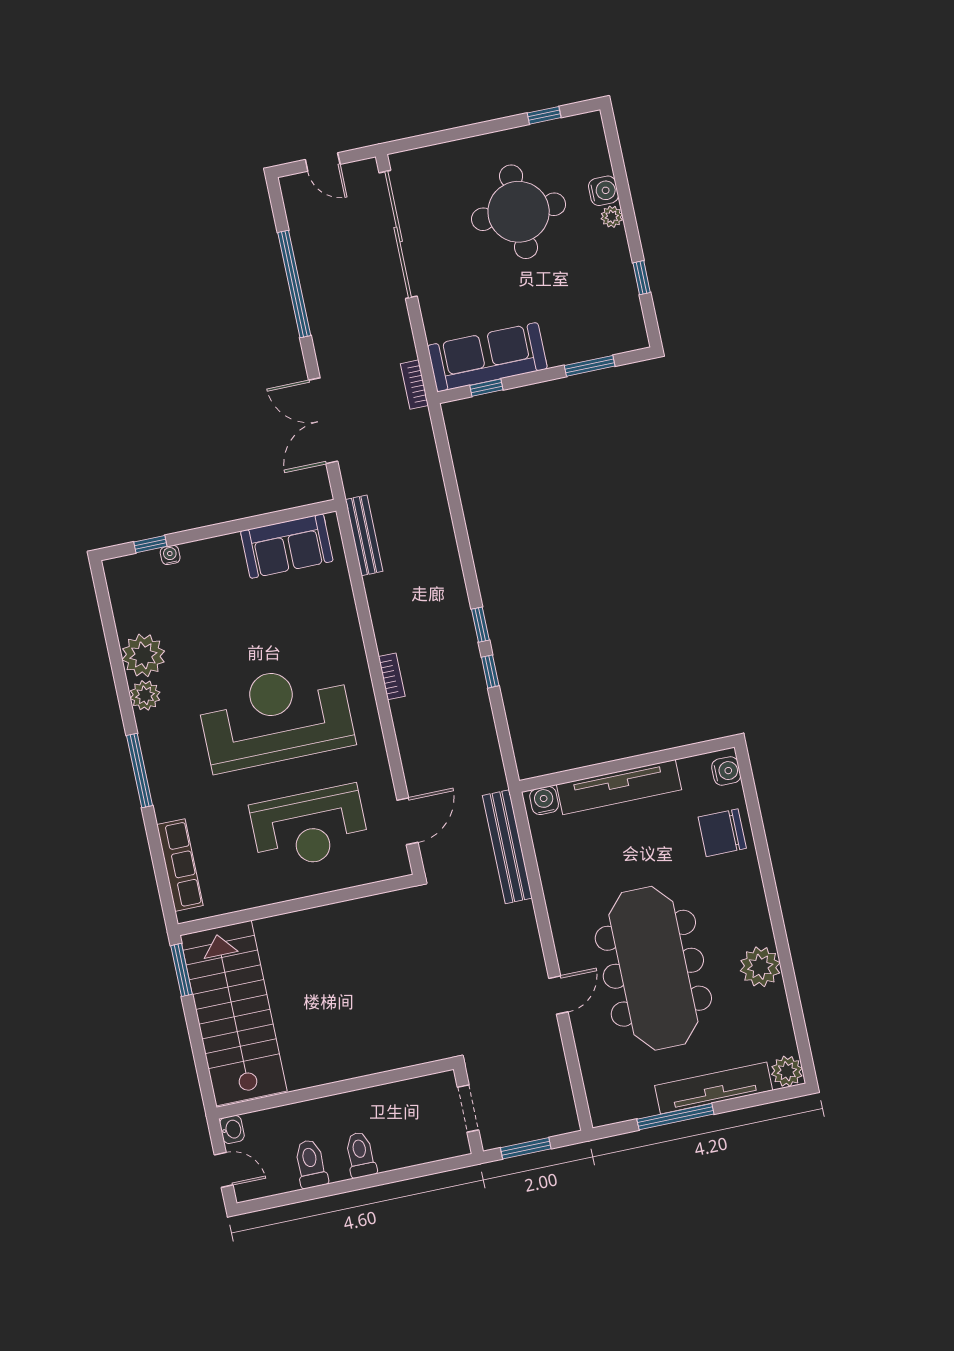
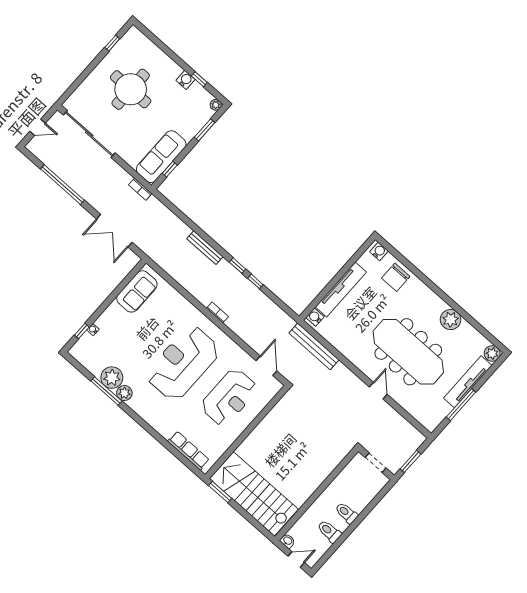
water cooler: (603, 191) -> (186, 80), moved
plant: (612, 217) -> (216, 105), moved
bench: (364, 535) -> (205, 248), moved
window: (140, 771) -> (106, 391), moved

